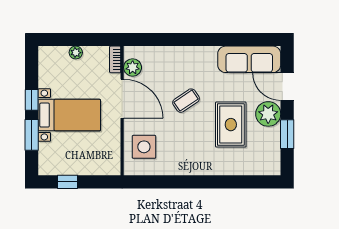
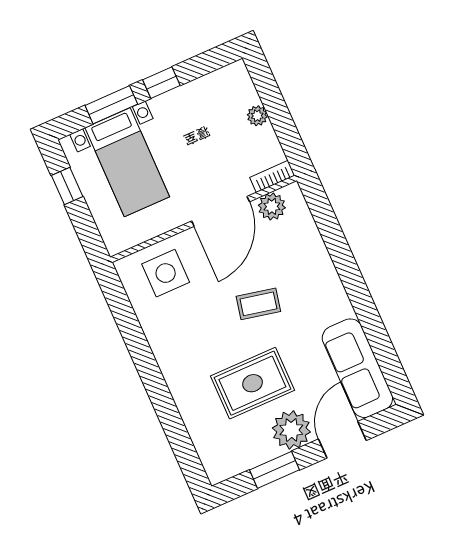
coffee table: (186, 101) -> (258, 304), turned -44
bed with nightstands: (69, 115) -> (127, 162), moved

